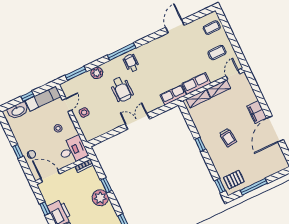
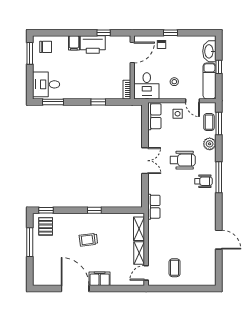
coffee table: (212, 28) -> (209, 122), moved
door: (233, 75) -> (146, 273), swing flipped
row of seats: (196, 83) -> (154, 116), moved
wheelchair: (122, 89) -> (183, 160), turned 180
plant: (100, 198) -> (89, 90), removed

